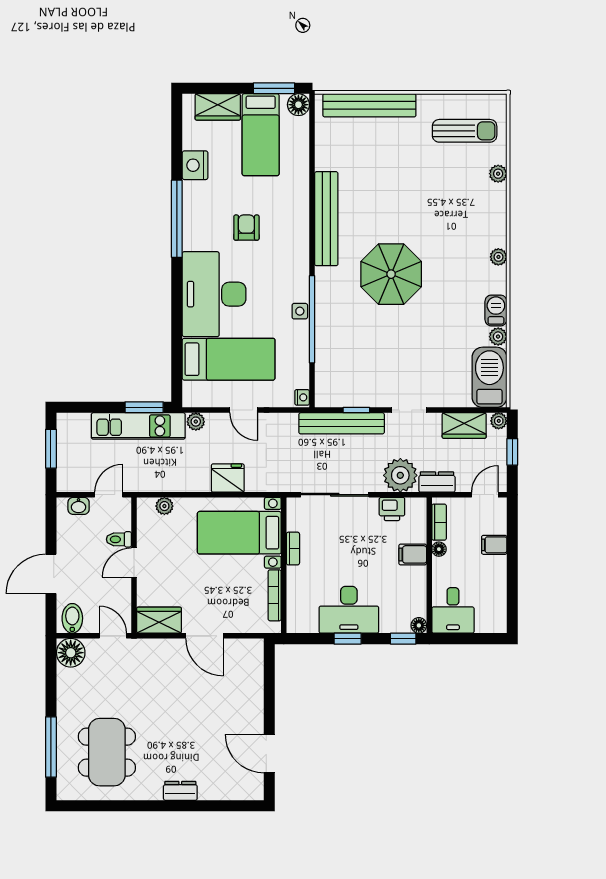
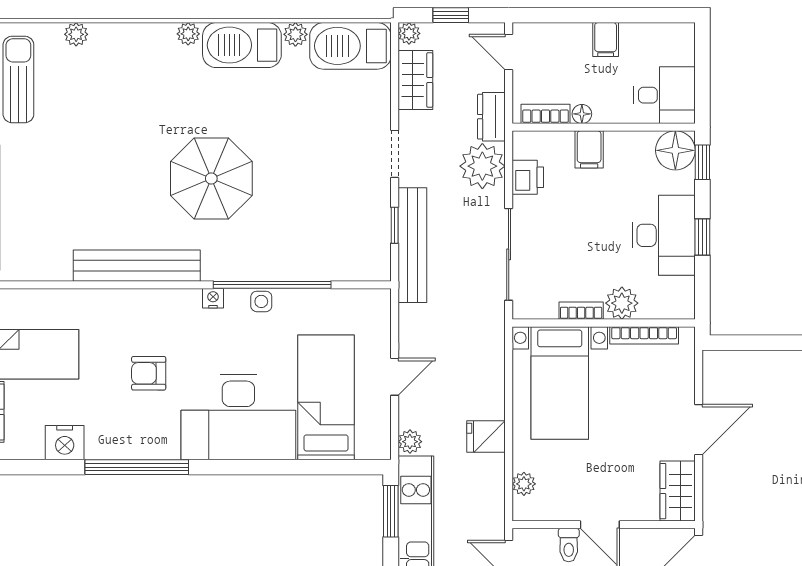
barbecue: (496, 310) -> (242, 45), width x1.88, depth x1.53
nightstand: (302, 397) -> (213, 298), moved
fridge: (228, 478) -> (486, 437), moved, width x0.72
filing cabinet: (494, 545) -> (606, 40), moved
plant: (299, 579) -> (622, 303), added
floor lamp: (419, 625) -> (675, 150), width x1.89, depth x1.89

